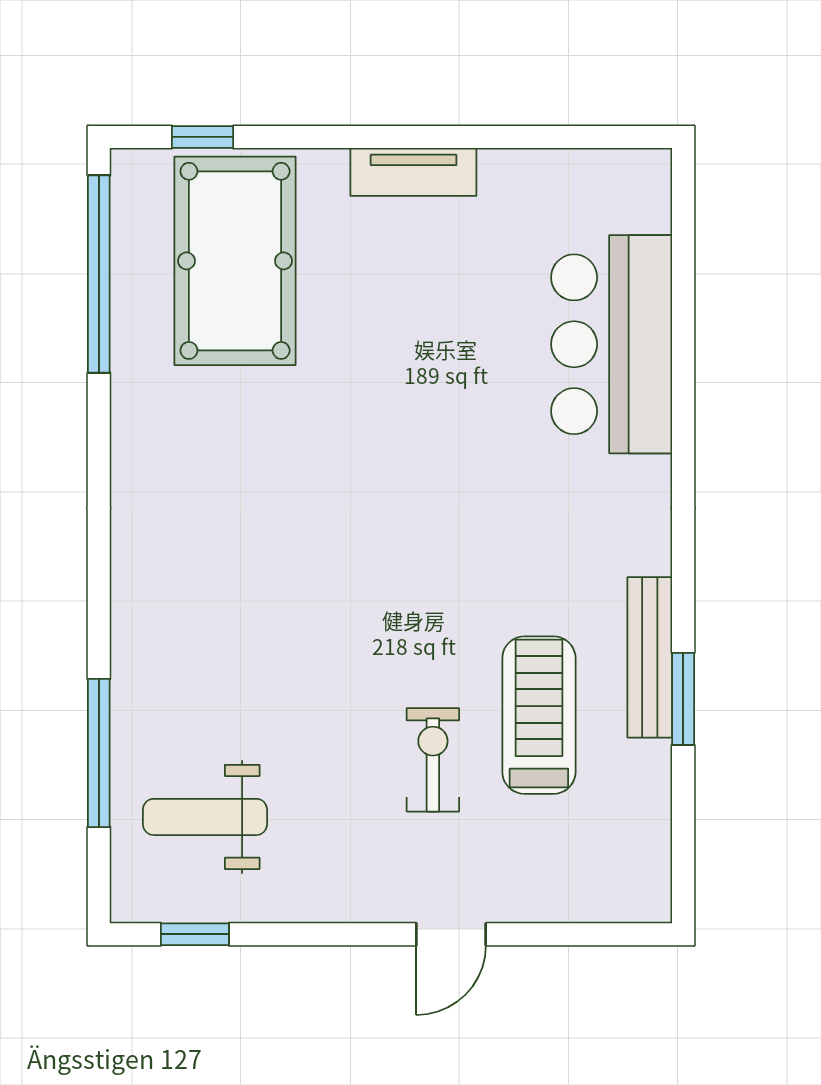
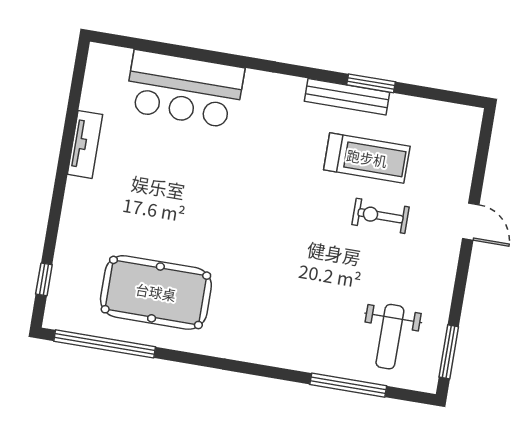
tv unit: (413, 172) -> (85, 144), moved
pool table: (235, 261) -> (156, 292), moved
treadmill: (539, 715) -> (367, 158), turned 180
window: (195, 934) -> (449, 352), width x1.50

